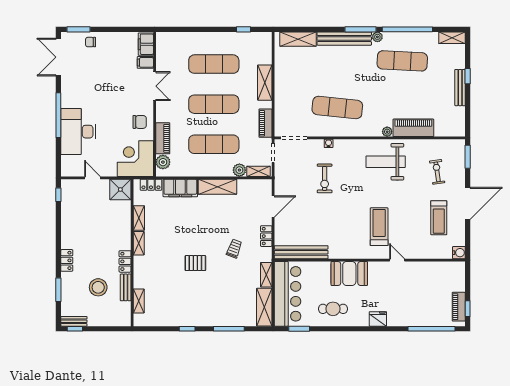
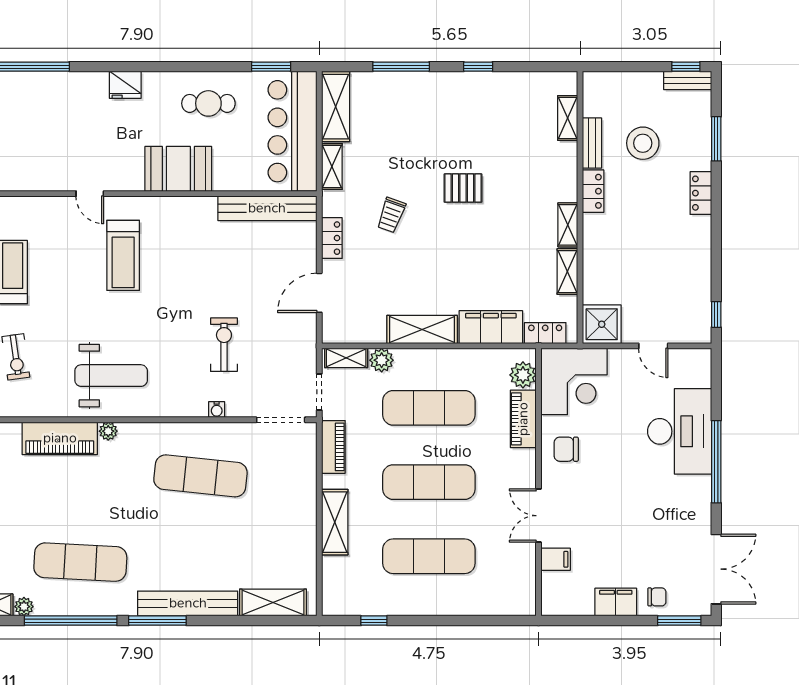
plant: (377, 37) -> (24, 607), moved
filing cabinet: (146, 44) -> (616, 602), moved, turned -90

